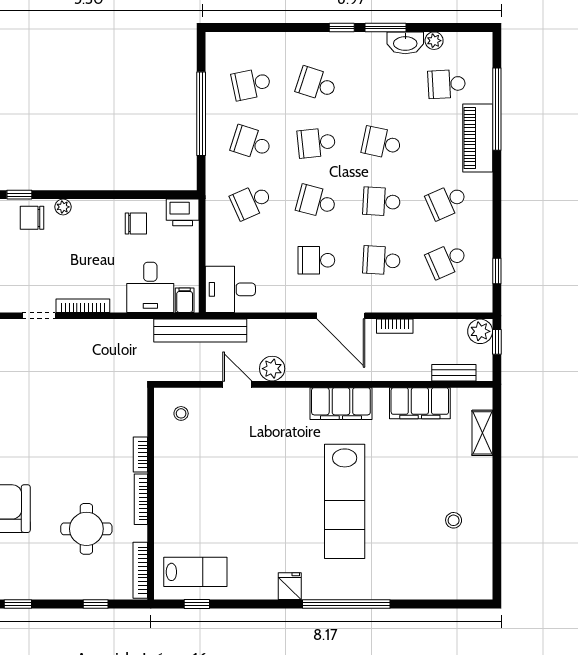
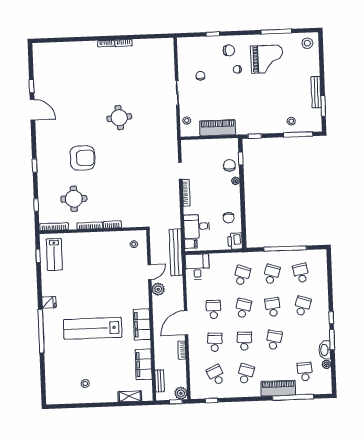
school desk: (251, 202) -> (242, 275), turned 42
school desk: (447, 202) -> (246, 374), turned 42

